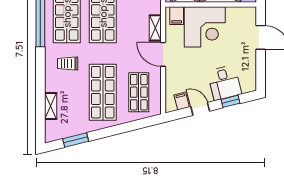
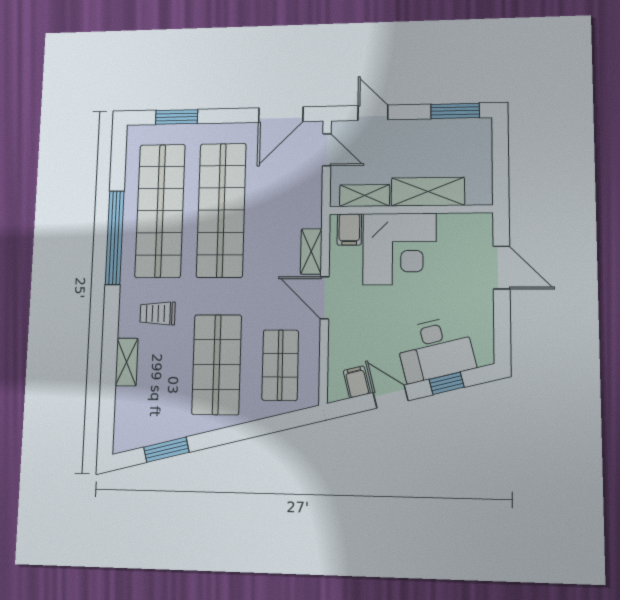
desk: (224, 83) -> (435, 349), width x1.37
shelving: (51, 106) -> (127, 362), moved

